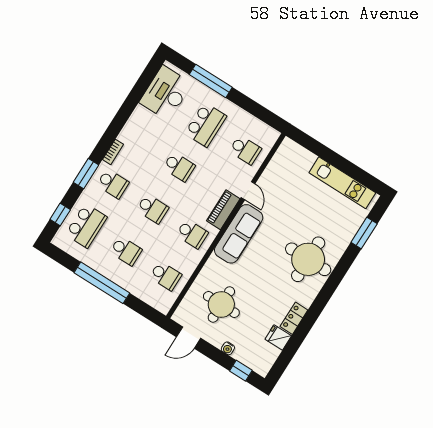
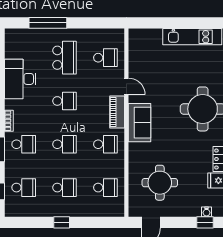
desk: (166, 93) -> (20, 79), moved
school desk: (86, 226) -> (24, 188), width x0.54
sofa: (239, 234) -> (140, 123), width x0.73
window: (102, 283) -> (62, 222), width x0.32
water cooler: (228, 348) -> (206, 212), moved

